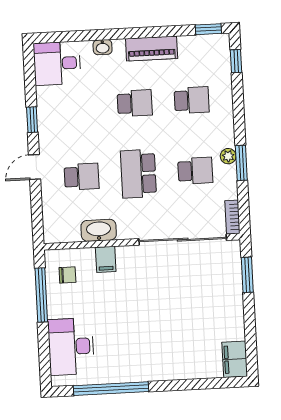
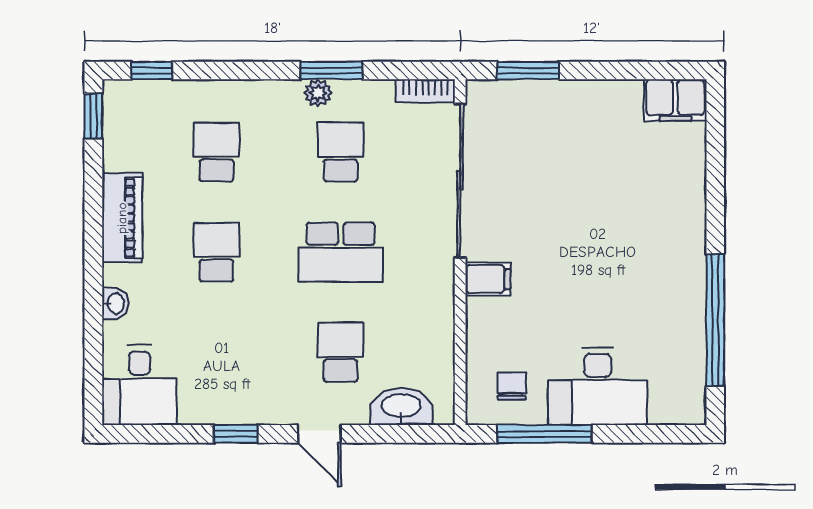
washbasin: (99, 230) -> (401, 406), moved, turned 90
filing cabinet: (106, 259) -> (488, 279), moved
desk: (71, 347) -> (598, 386), moved

